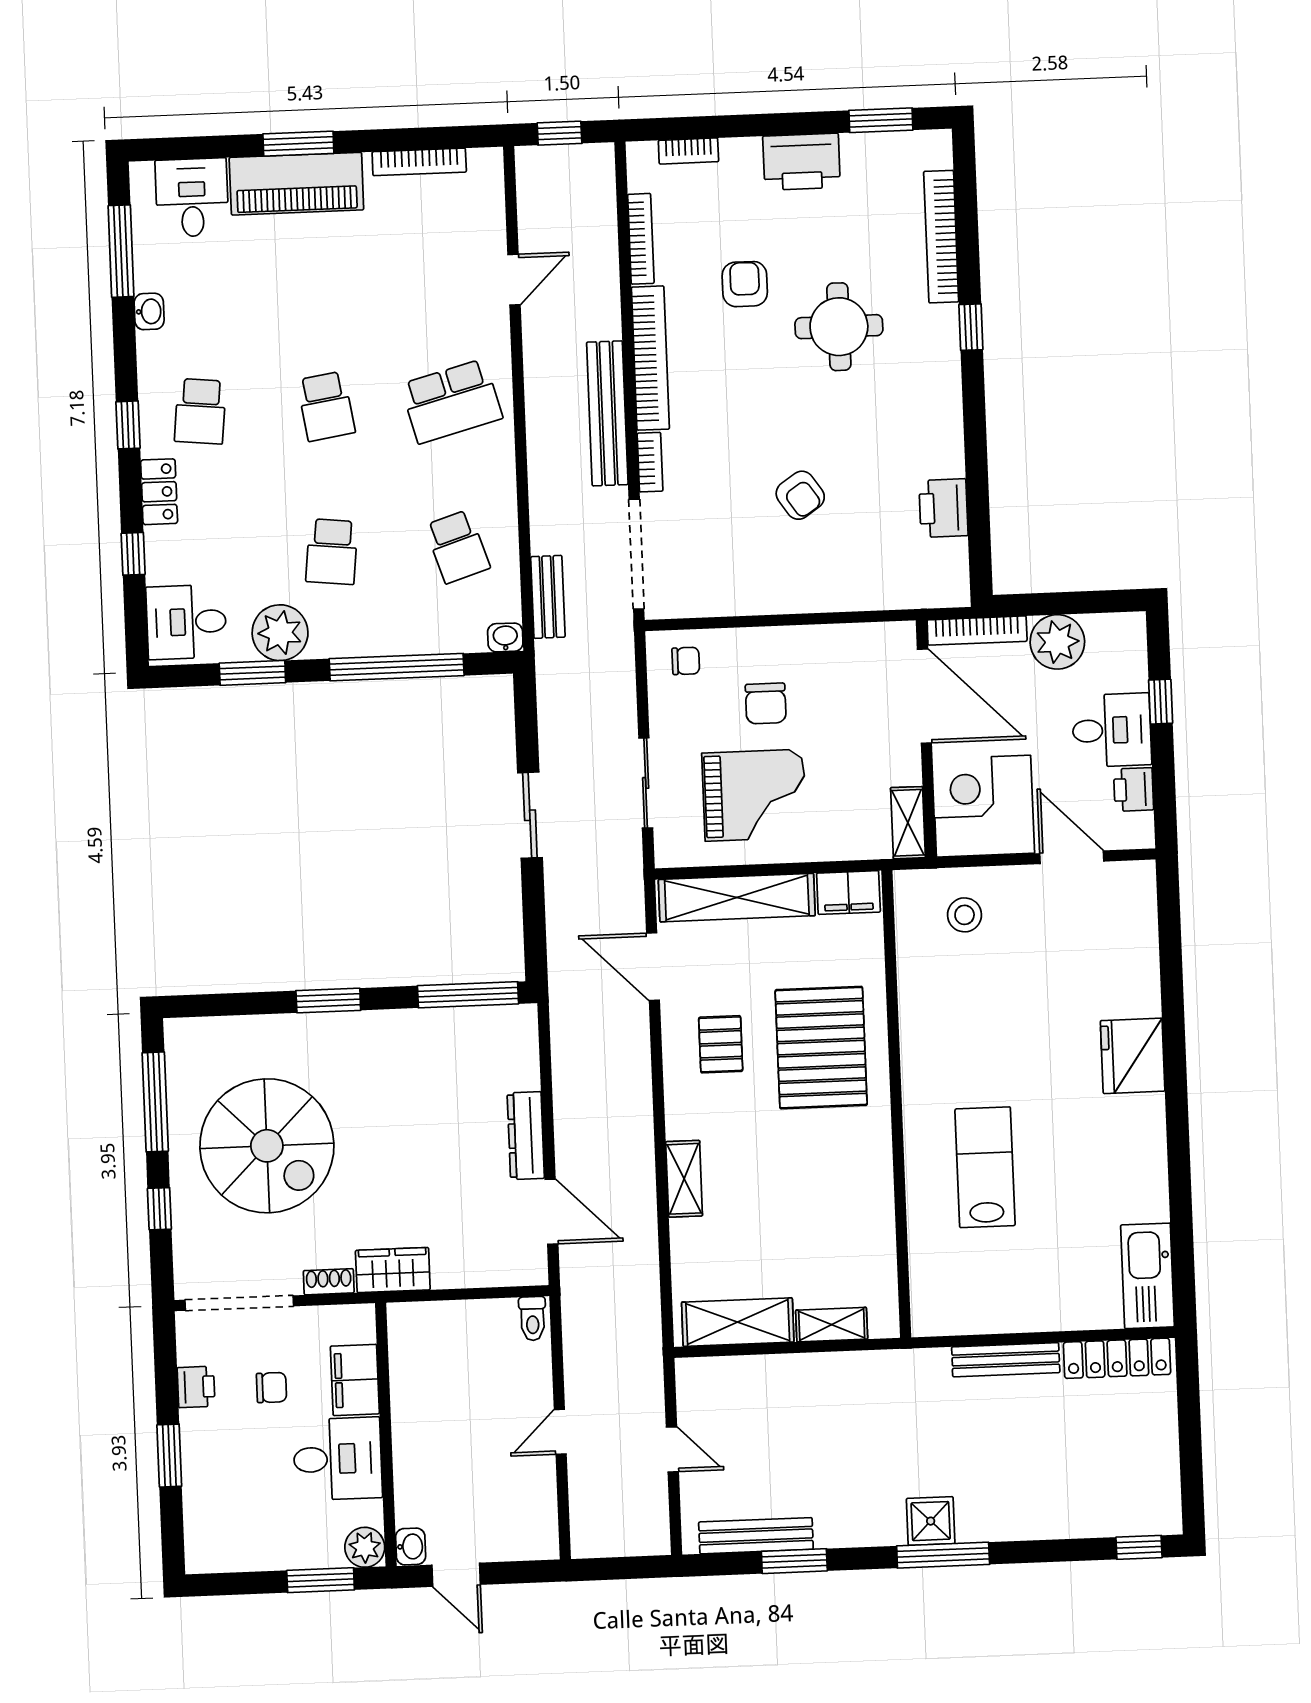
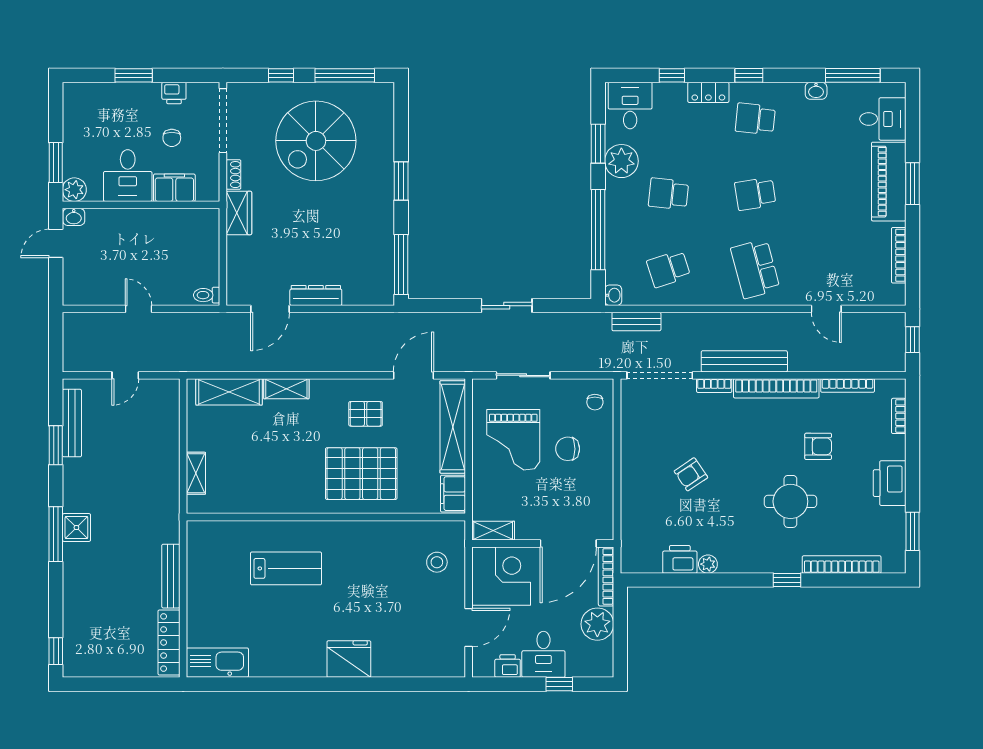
plant: (950, 461) -> (708, 564), added
shelving: (738, 1322) -> (229, 392), moved, turned 90

